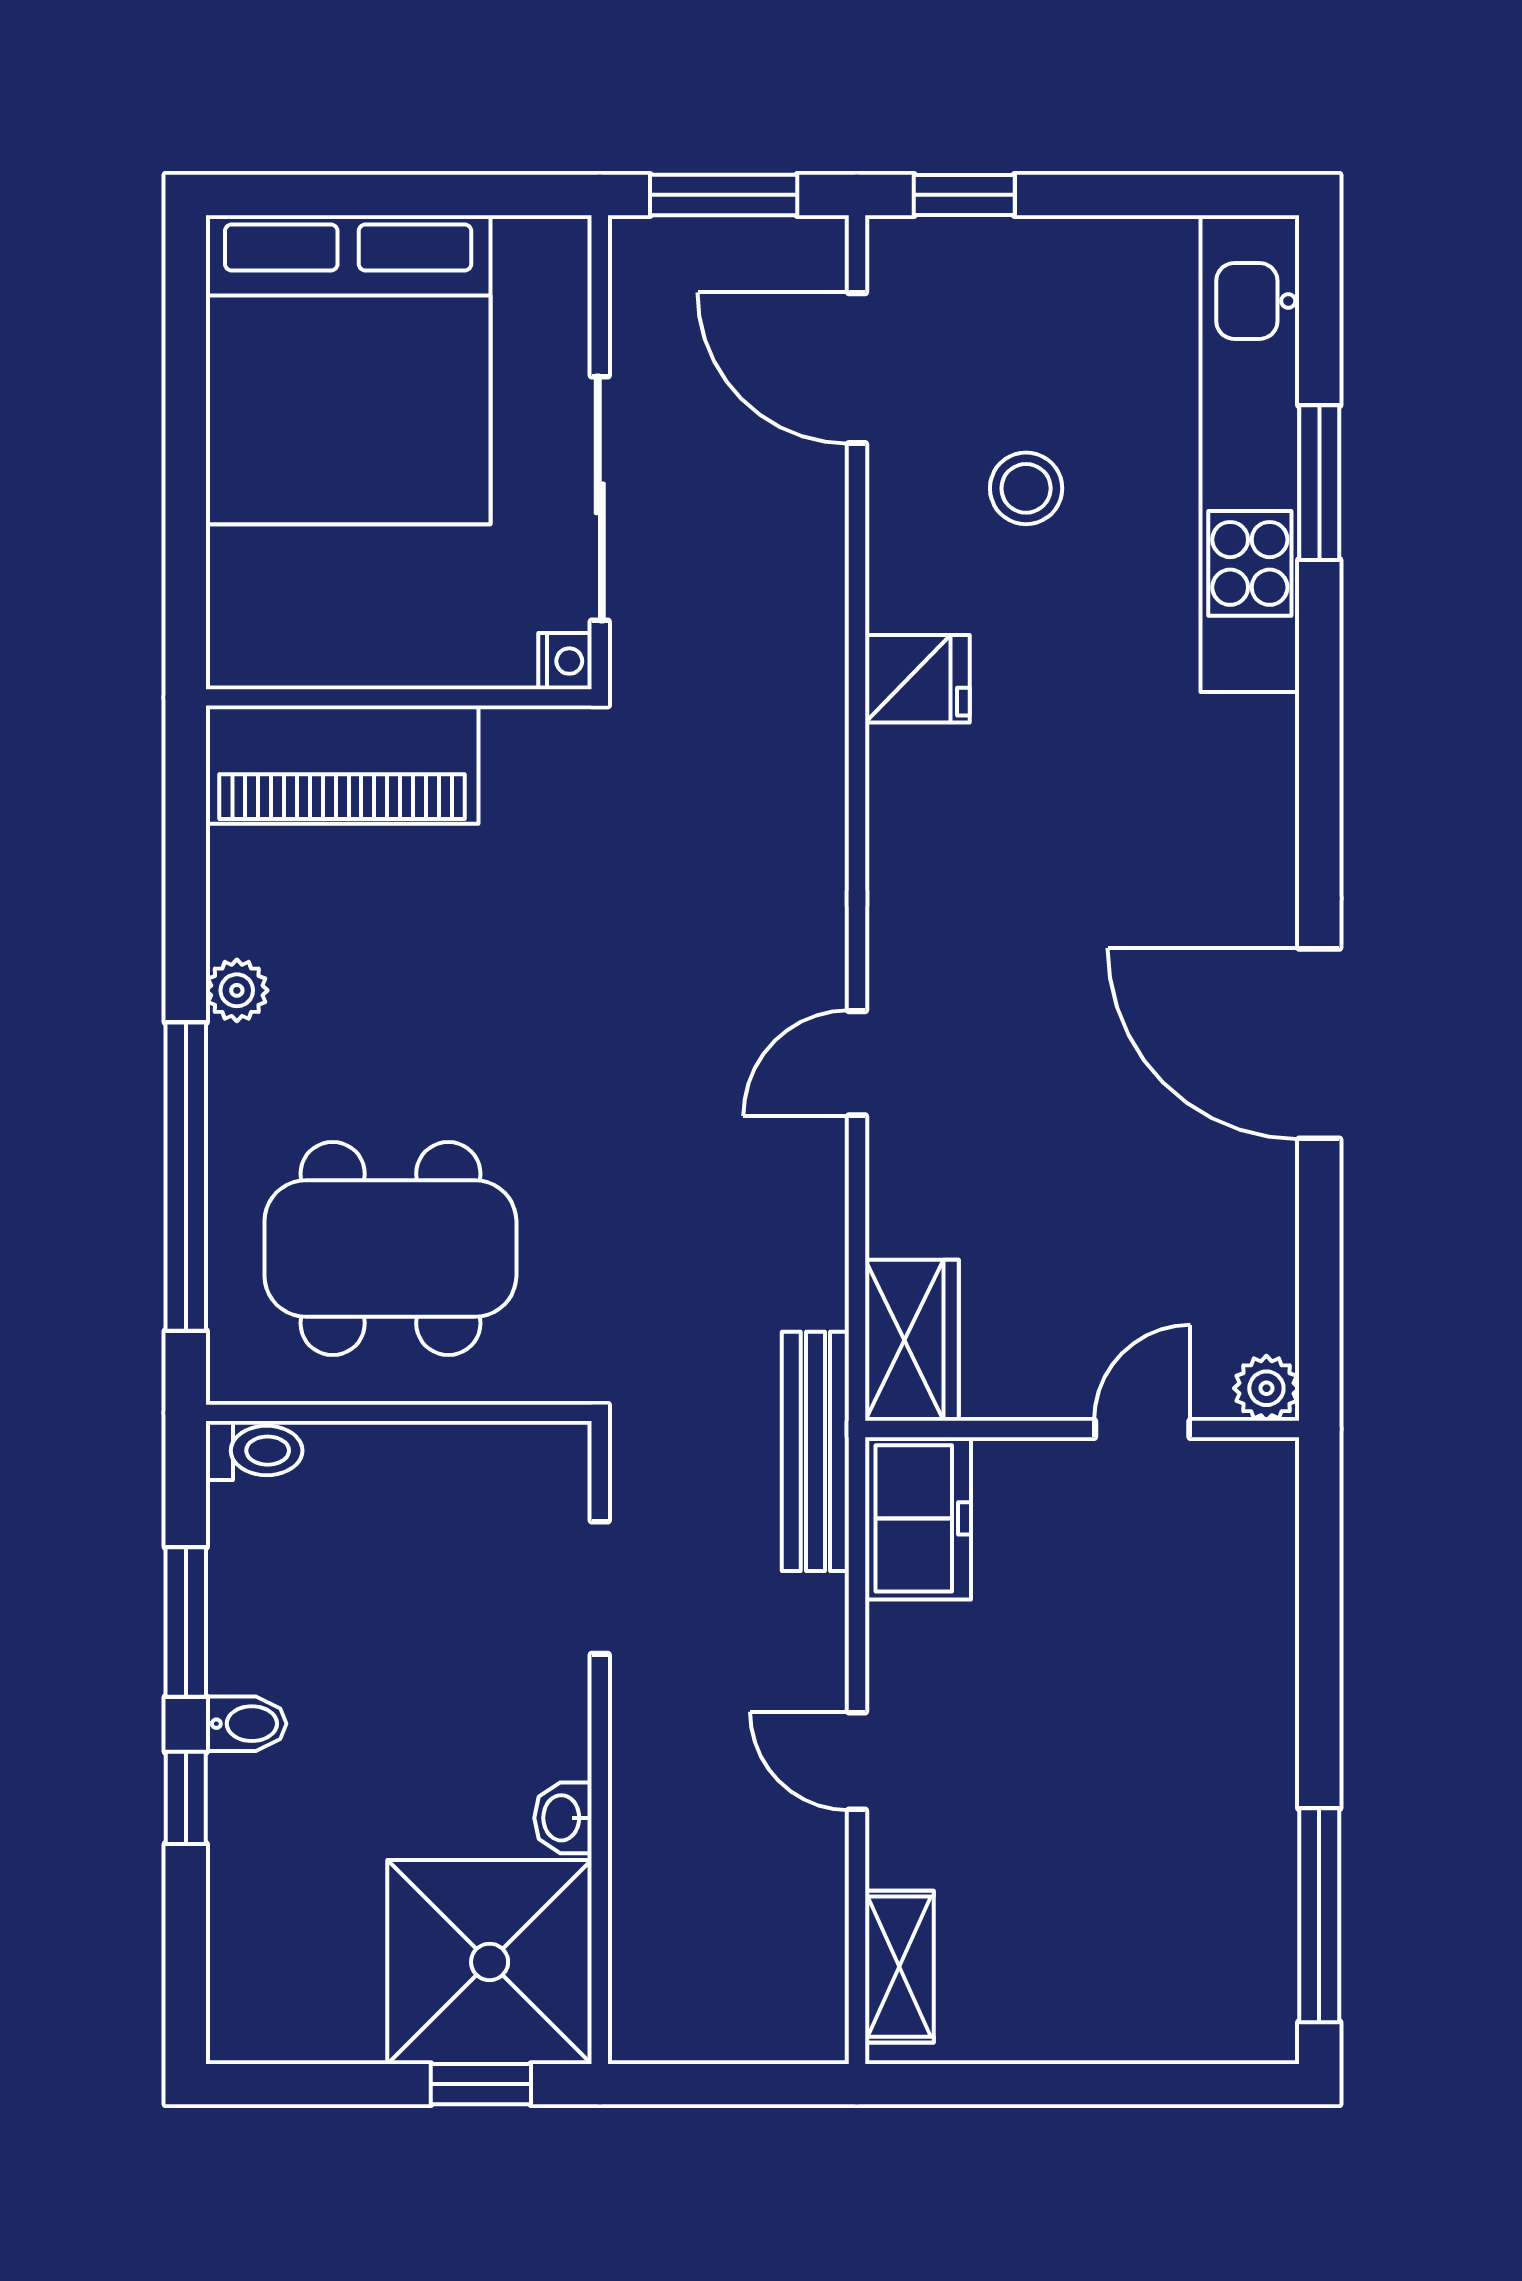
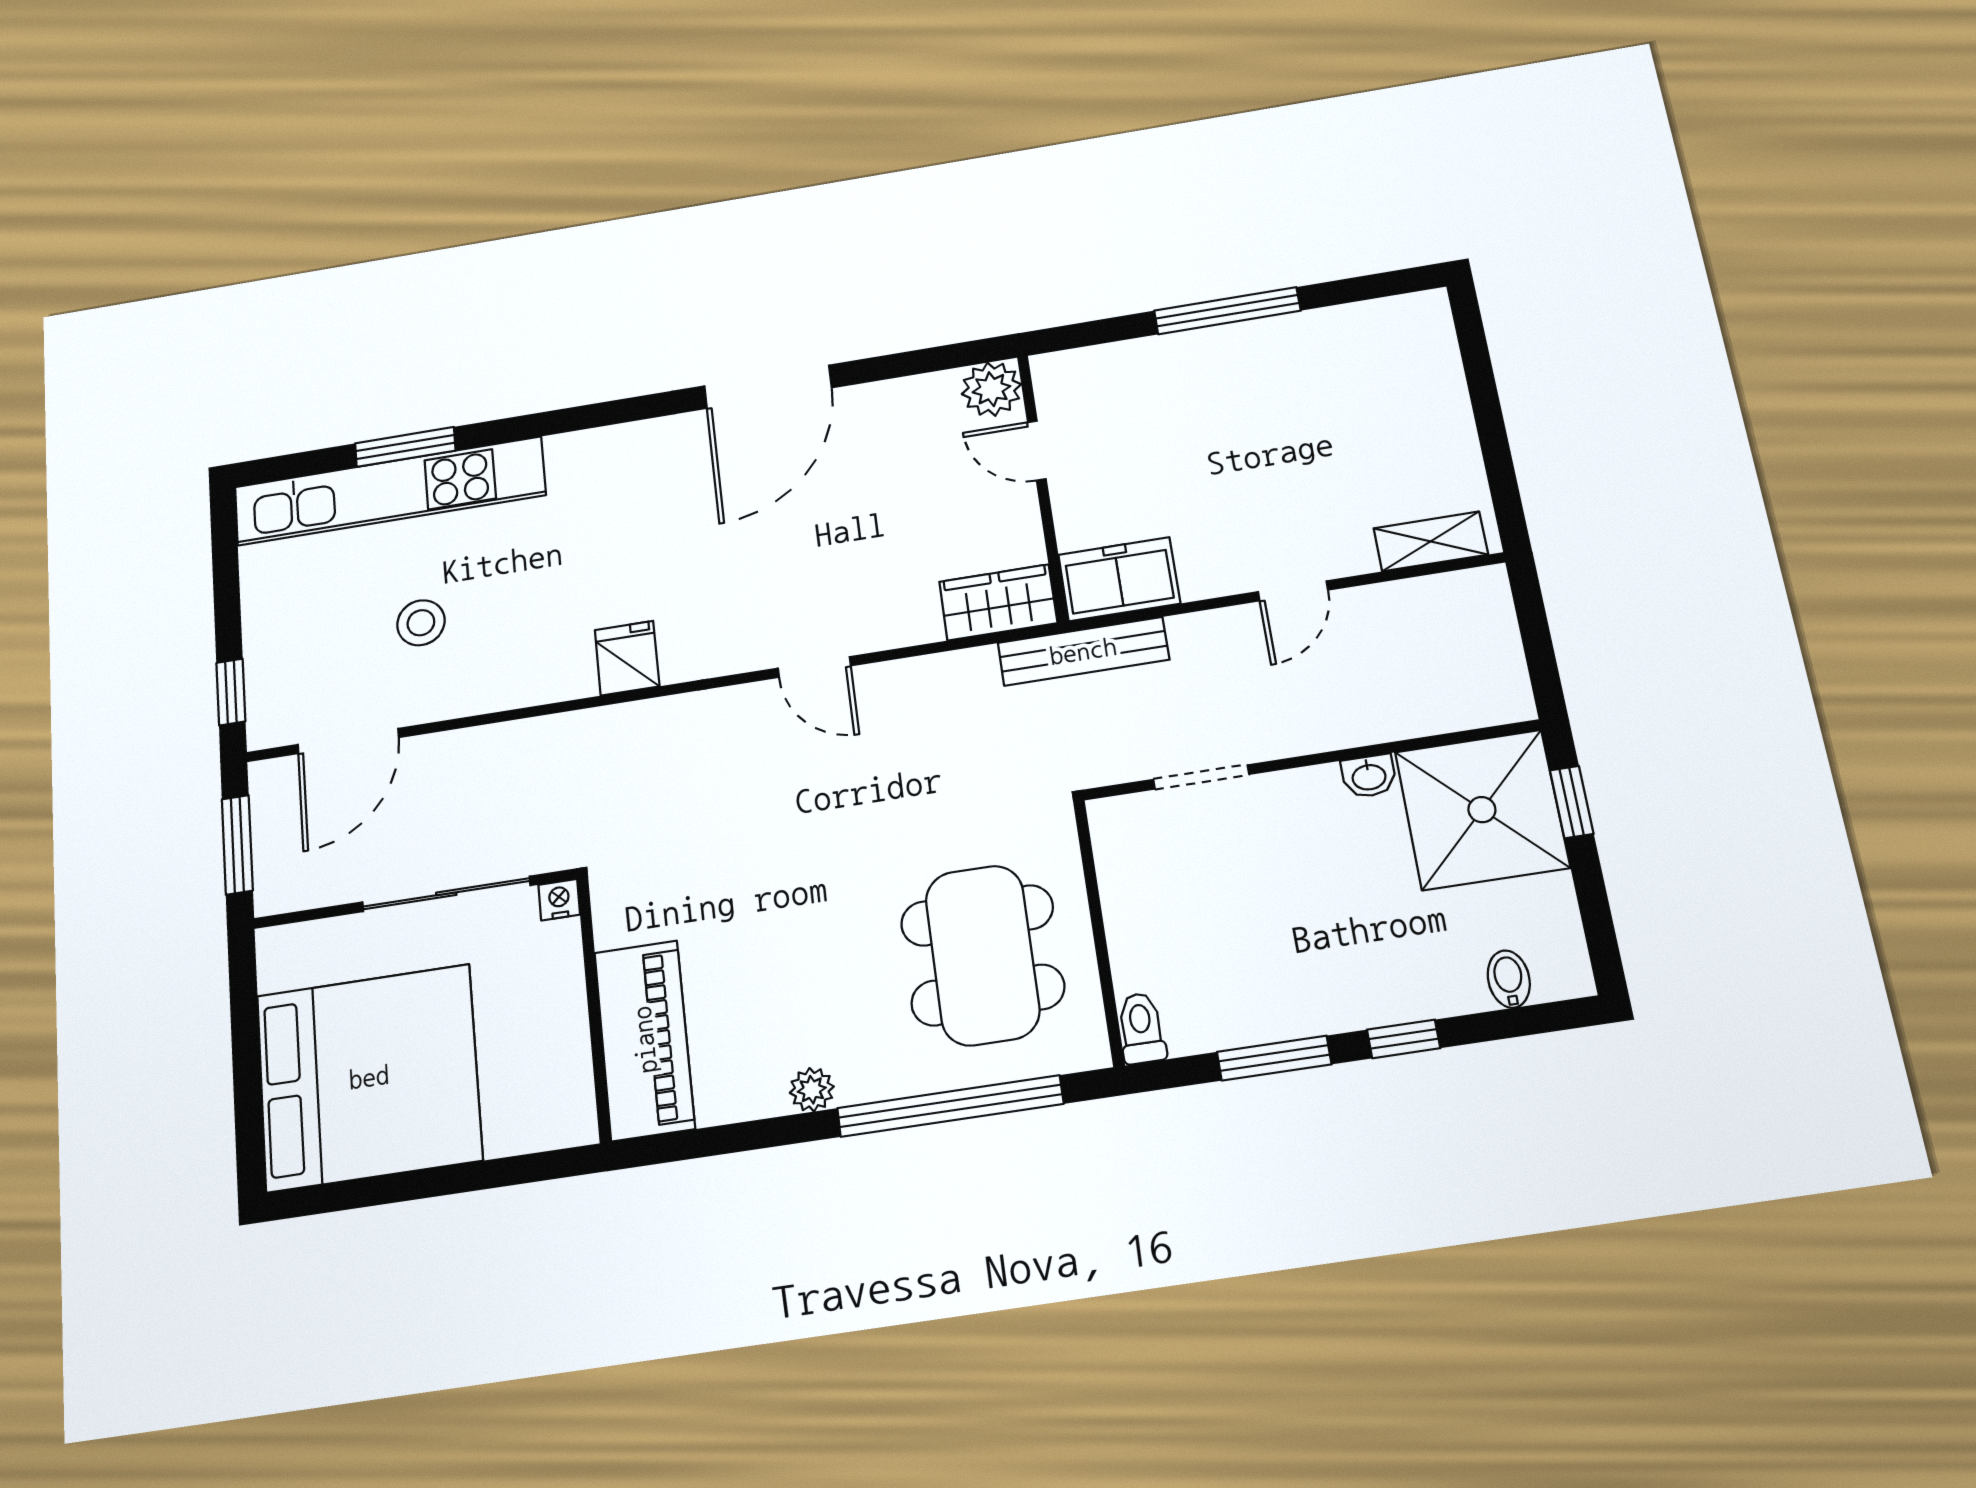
fridge: (917, 679) -> (627, 658), moved
plant: (1266, 1388) -> (991, 389), width x1.38, depth x1.38
bidet: (246, 1724) -> (1509, 979), moved
window: (1319, 1915) -> (1227, 311), moved

